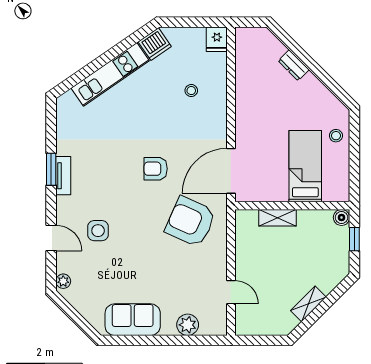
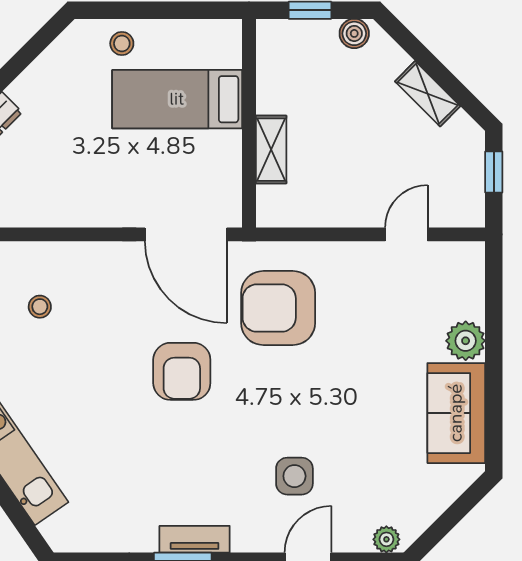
armchair: (156, 169) -> (182, 371), width x1.38, depth x1.38
boiler: (342, 217) -> (354, 33), moved
armchair: (190, 222) -> (278, 308), turned 66
plant: (188, 325) -> (466, 341), moved
window: (265, 340) -> (494, 172), added

